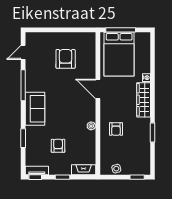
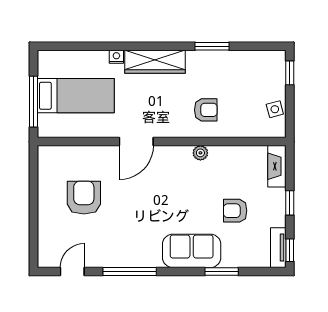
door: (23, 52) -> (72, 272), swing flipped
bed: (119, 54) -> (76, 96), width x0.67
armchair: (66, 59) -> (84, 198), turned 90
sofa: (35, 109) -> (192, 251), moved

